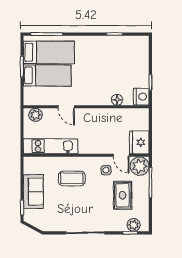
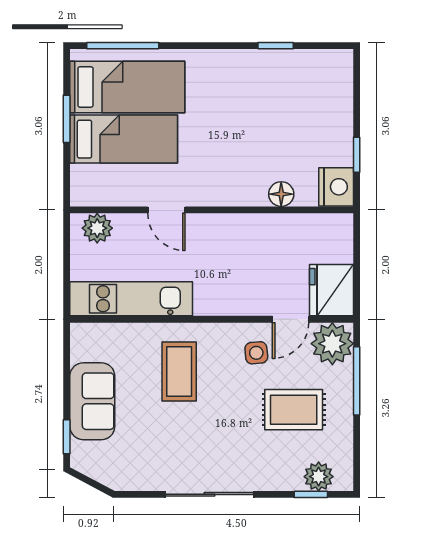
door: (121, 155) -> (291, 319), hinge flipped
coffee table: (72, 178) -> (179, 372), turned 90
rug: (123, 195) -> (294, 410), turned 90

